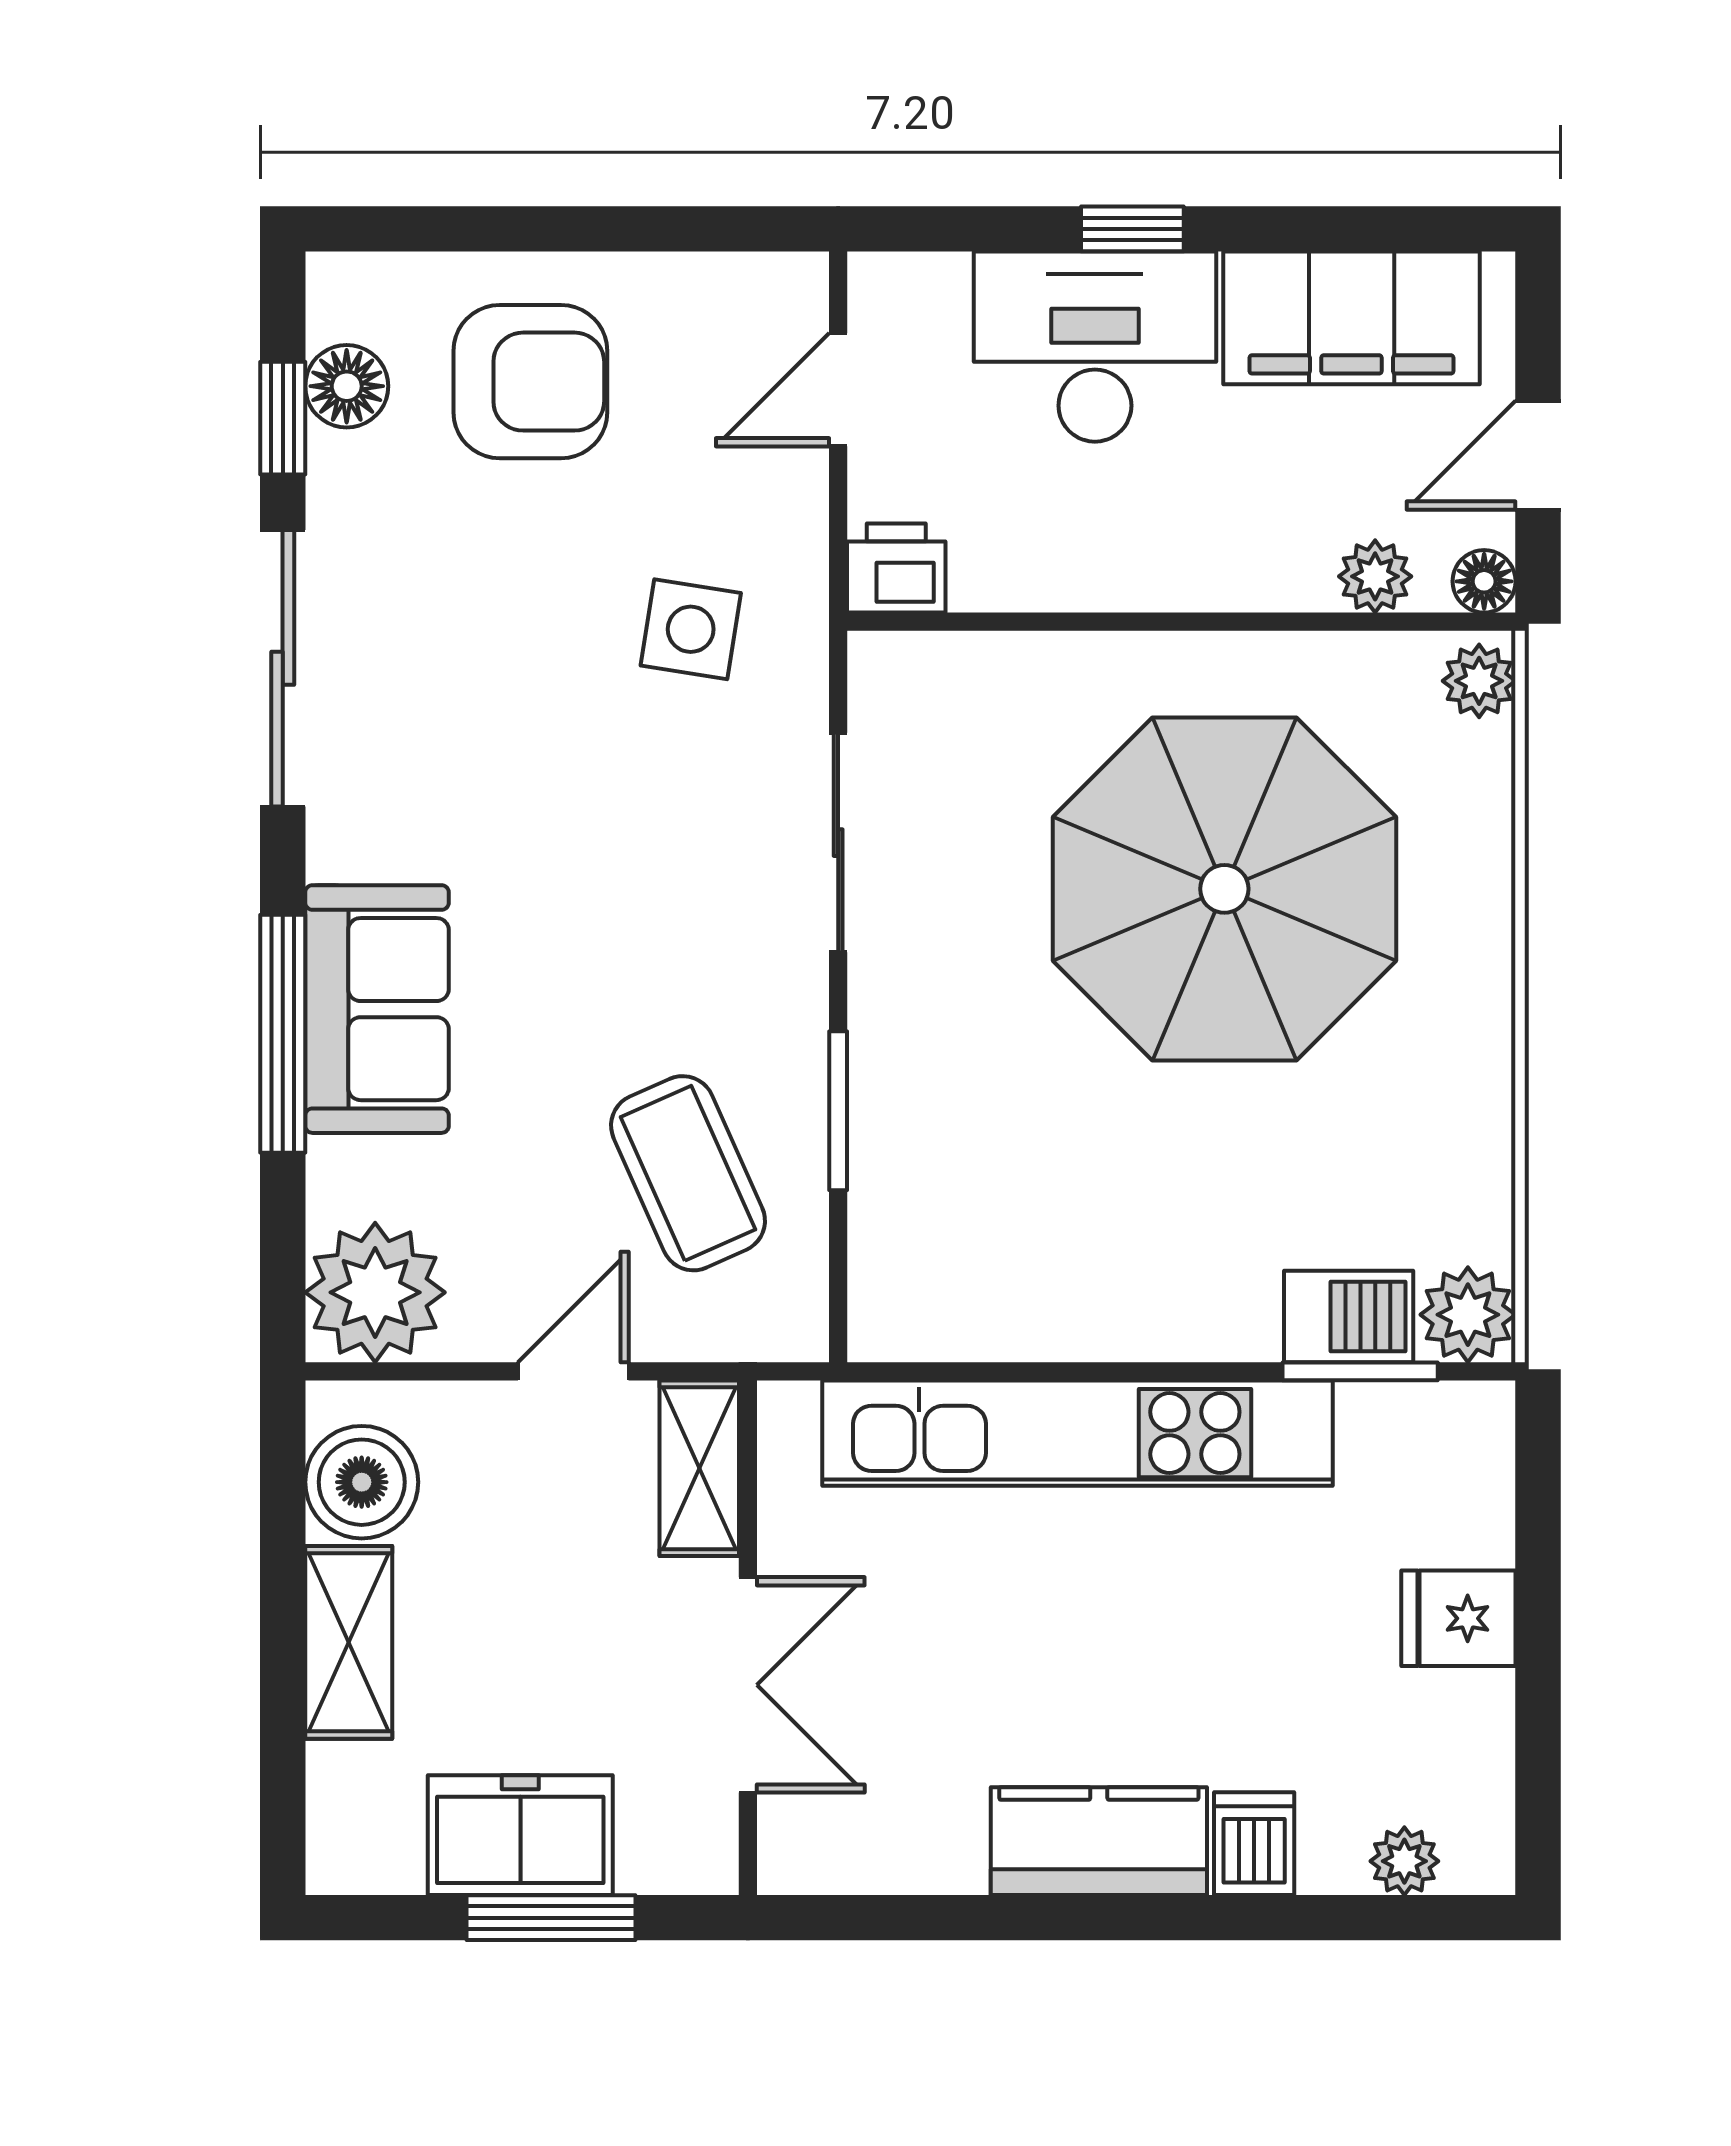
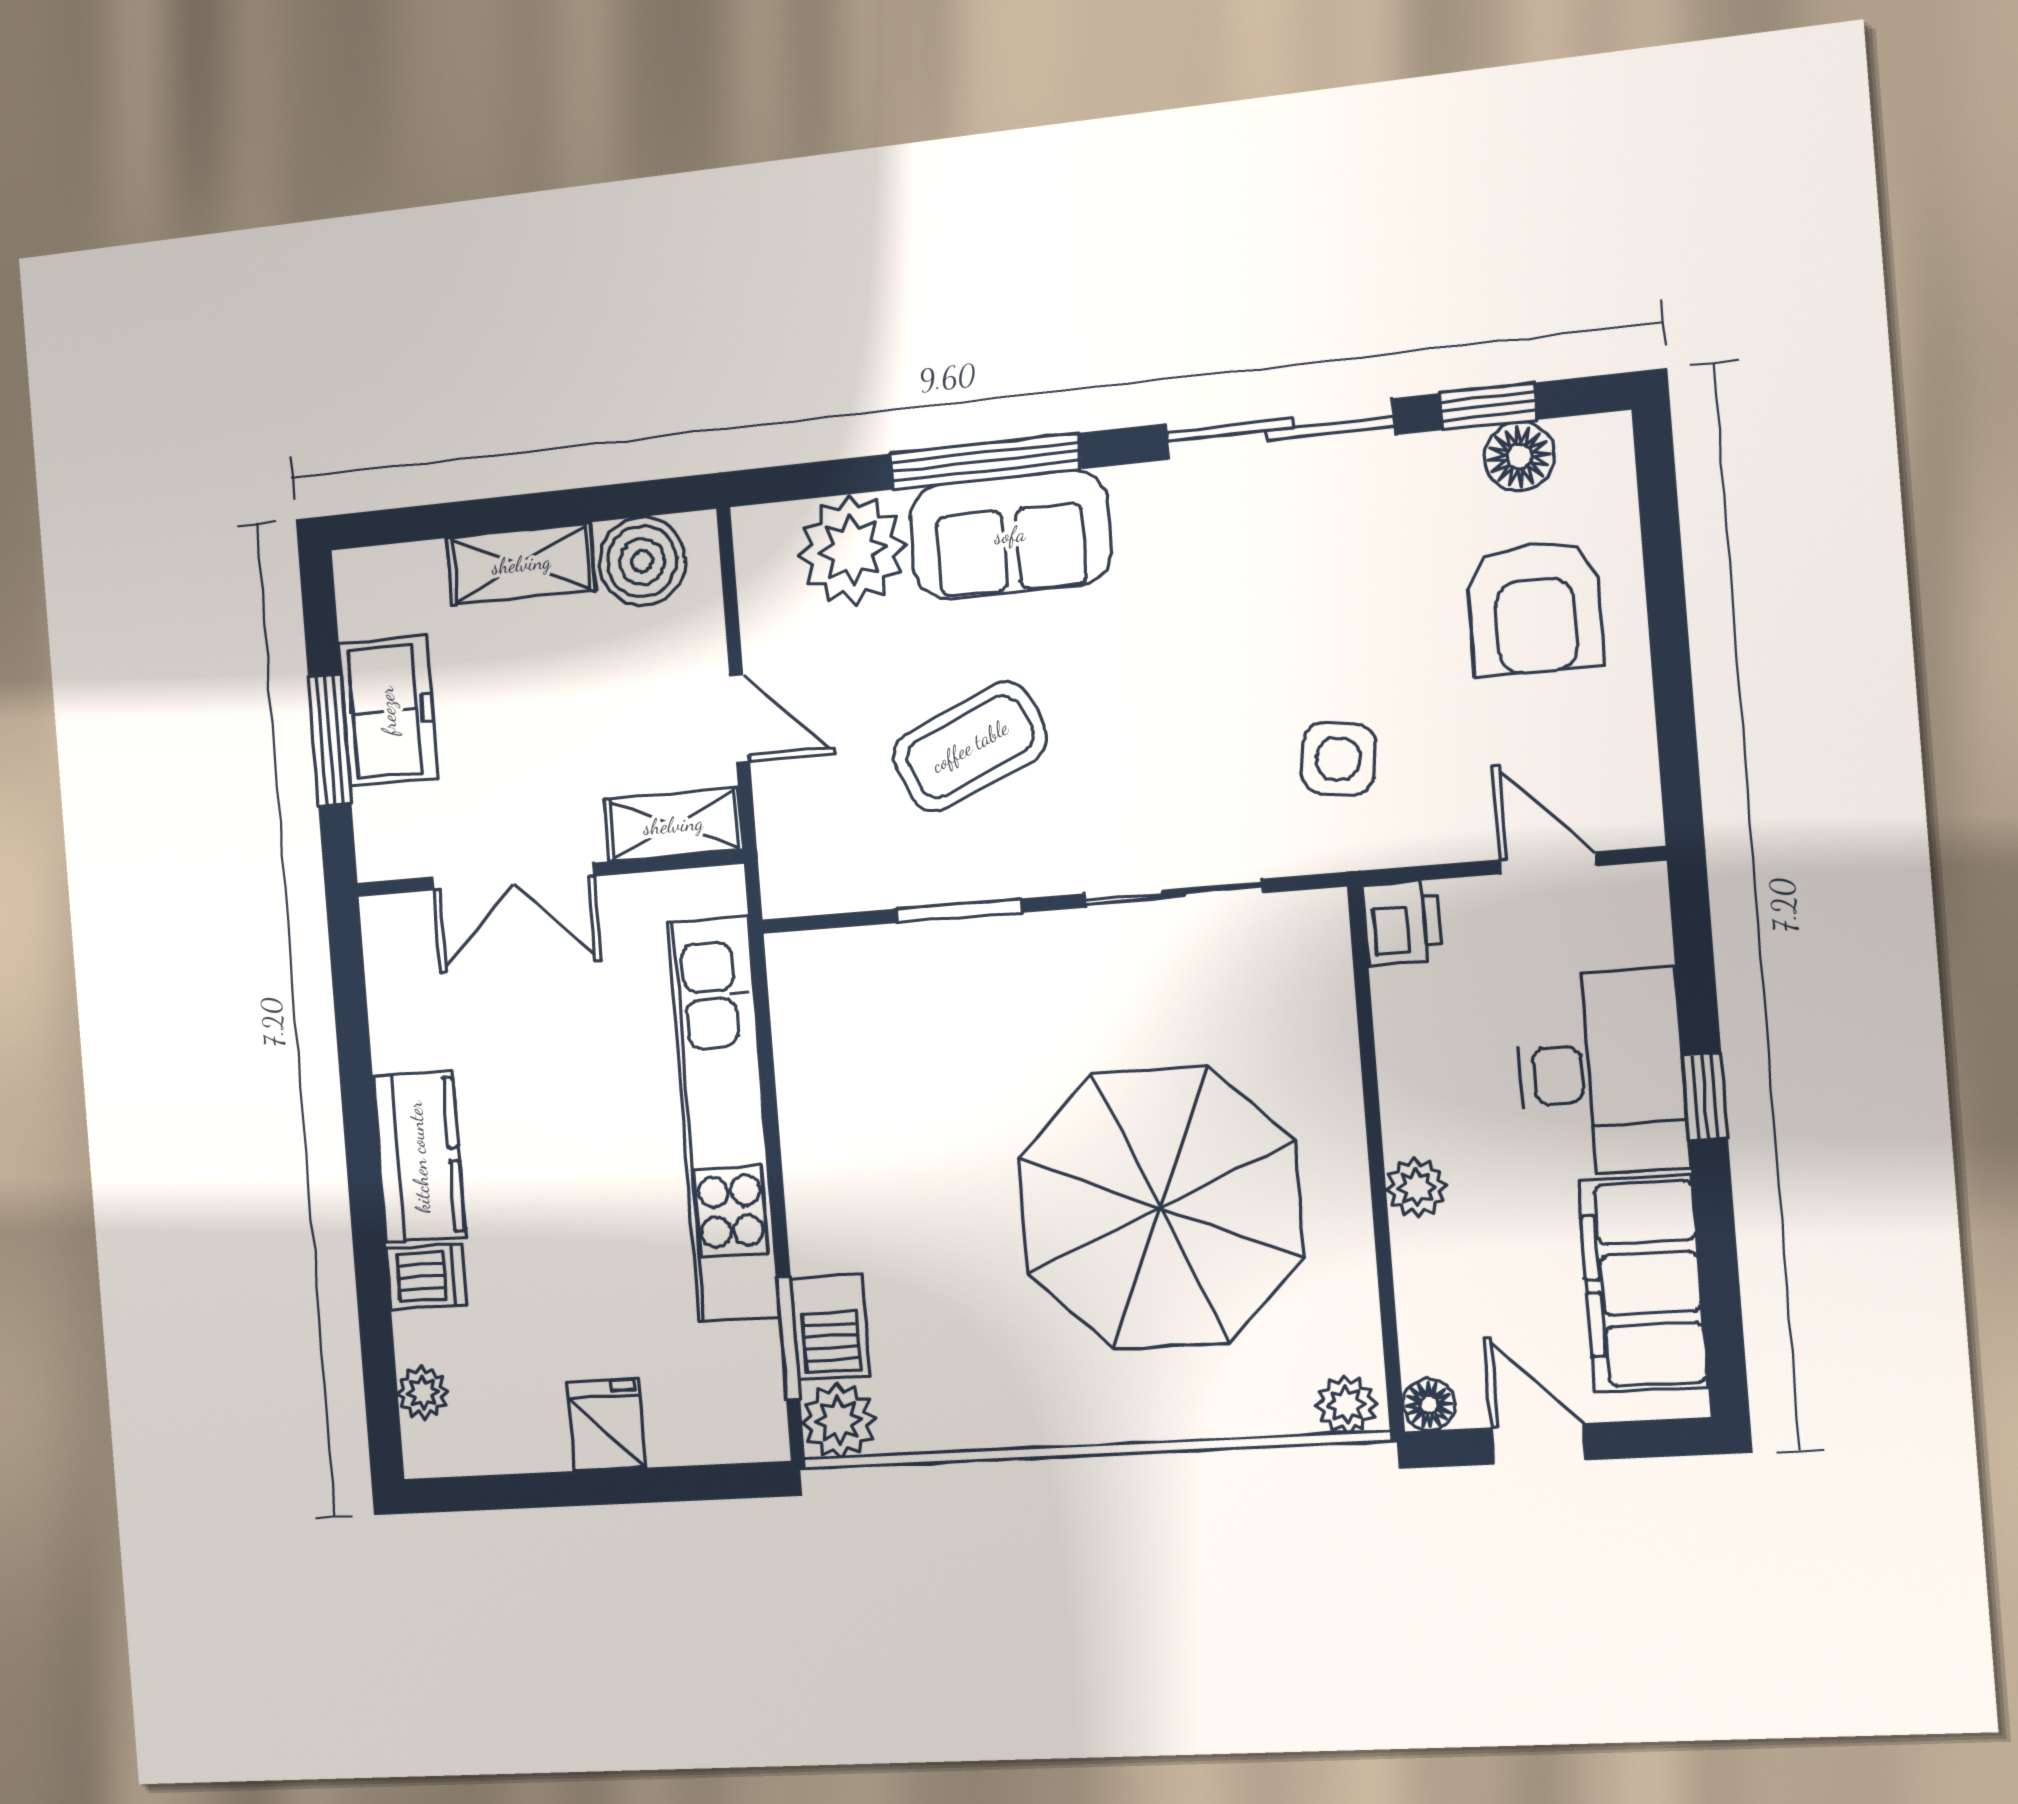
plant: (1375, 576) -> (1416, 1188), moved
coffee table: (688, 1173) -> (970, 746), moved
plant: (375, 1292) -> (852, 550), moved

